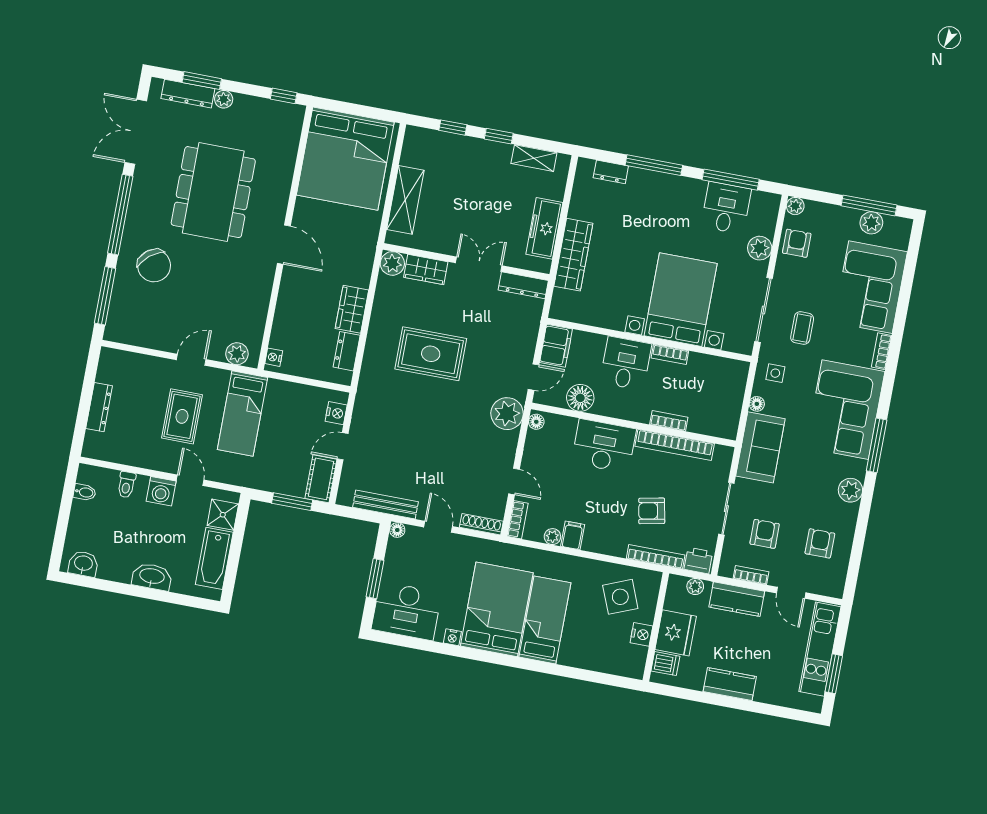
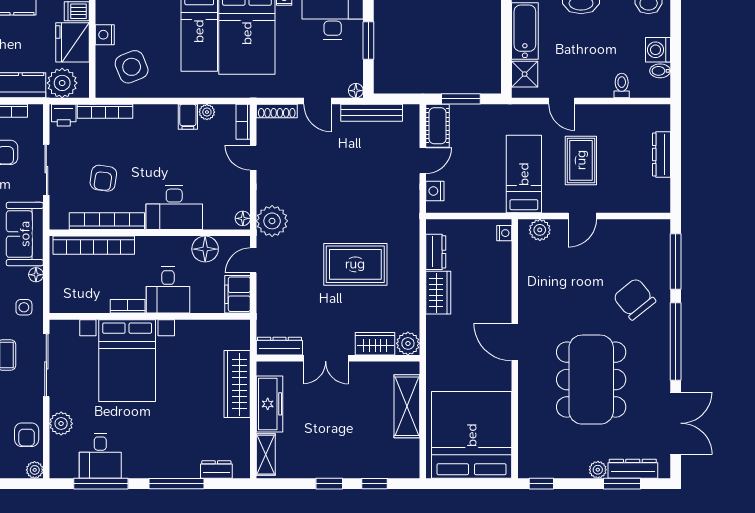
shelving: (534, 158) -> (266, 455), moved, turned 90
bookcase: (669, 421) -> (94, 245), width x2.31, depth x1.31
washing machine: (161, 491) -> (658, 50), moved, turned -90
armchair: (652, 511) -> (103, 178), moved, turned 109
plant: (695, 586) -> (62, 83), width x1.87, depth x1.87

